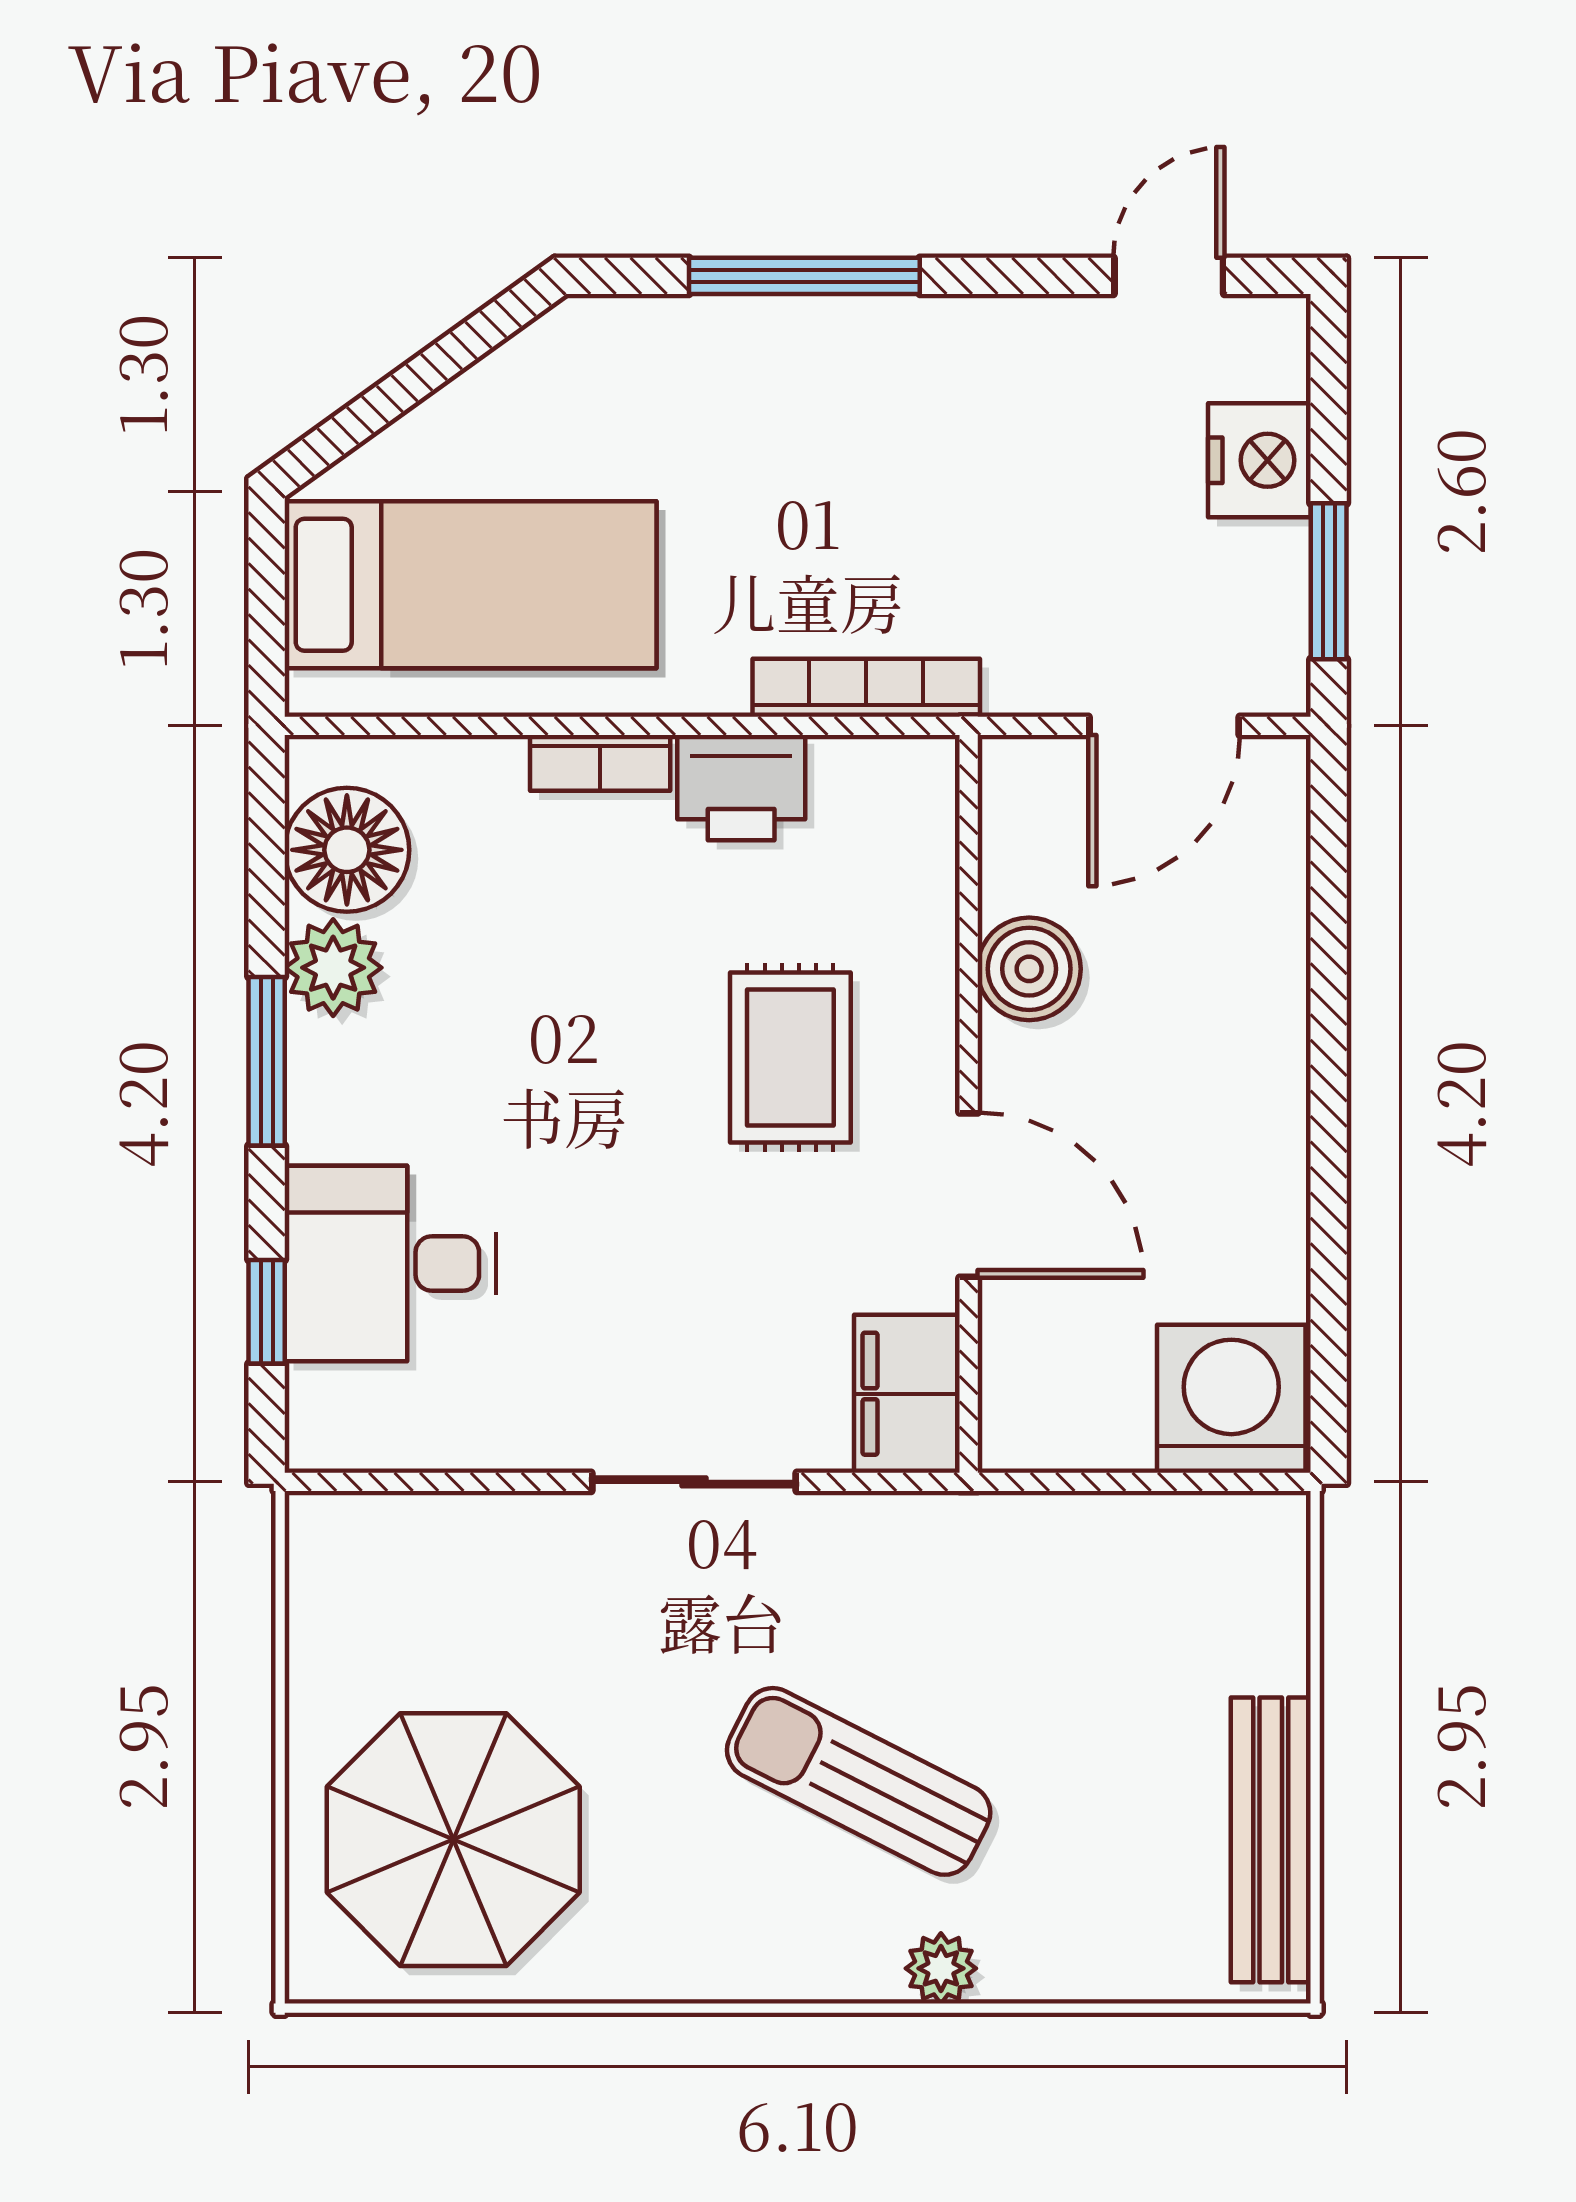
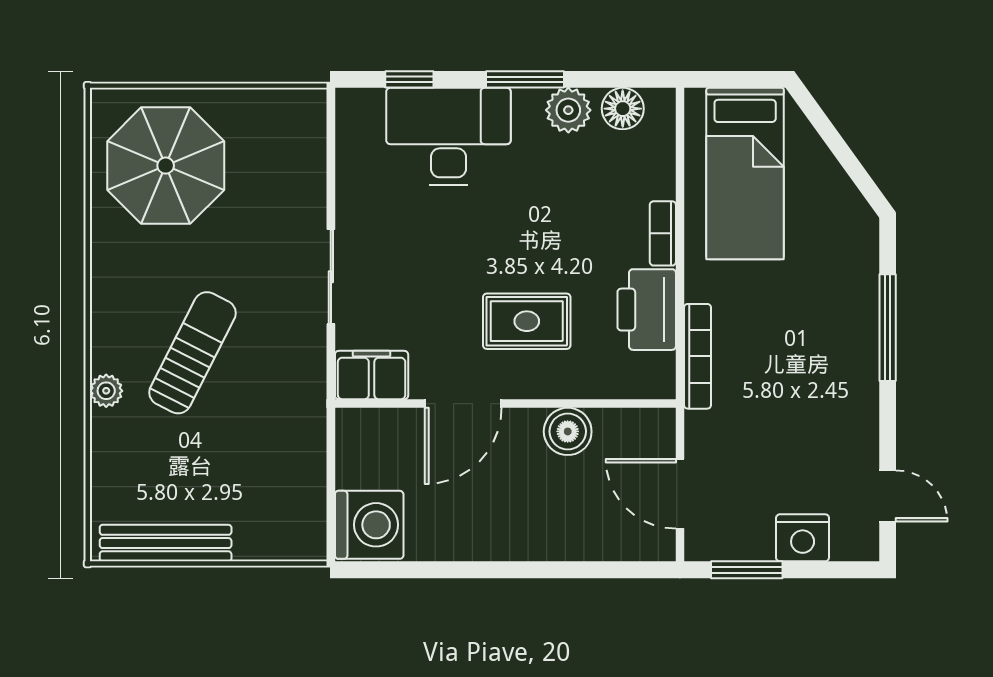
printer: (741, 788) -> (647, 310), width x1.37, depth x1.19
floor lamp: (347, 850) -> (623, 109), width x0.73, depth x0.73
desk: (390, 1264) -> (448, 136), width x1.37

